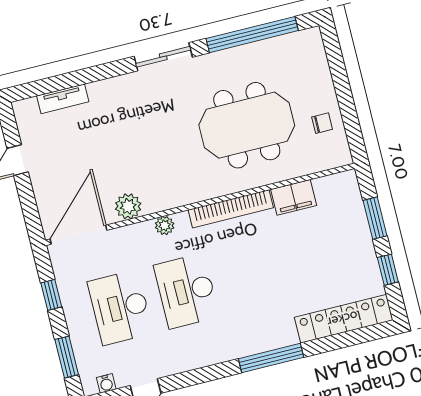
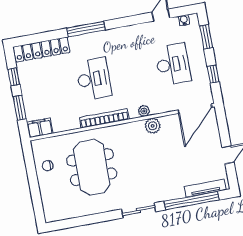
window: (252, 35) -> (192, 201), moved
tv unit: (63, 99) -> (205, 188), width x1.41
meeting table: (247, 125) -> (92, 167), turned 90
filing cabinet: (294, 197) -> (40, 128), moved
plant: (128, 206) -> (153, 126), moved
desk: (187, 291) -> (94, 79), moved

